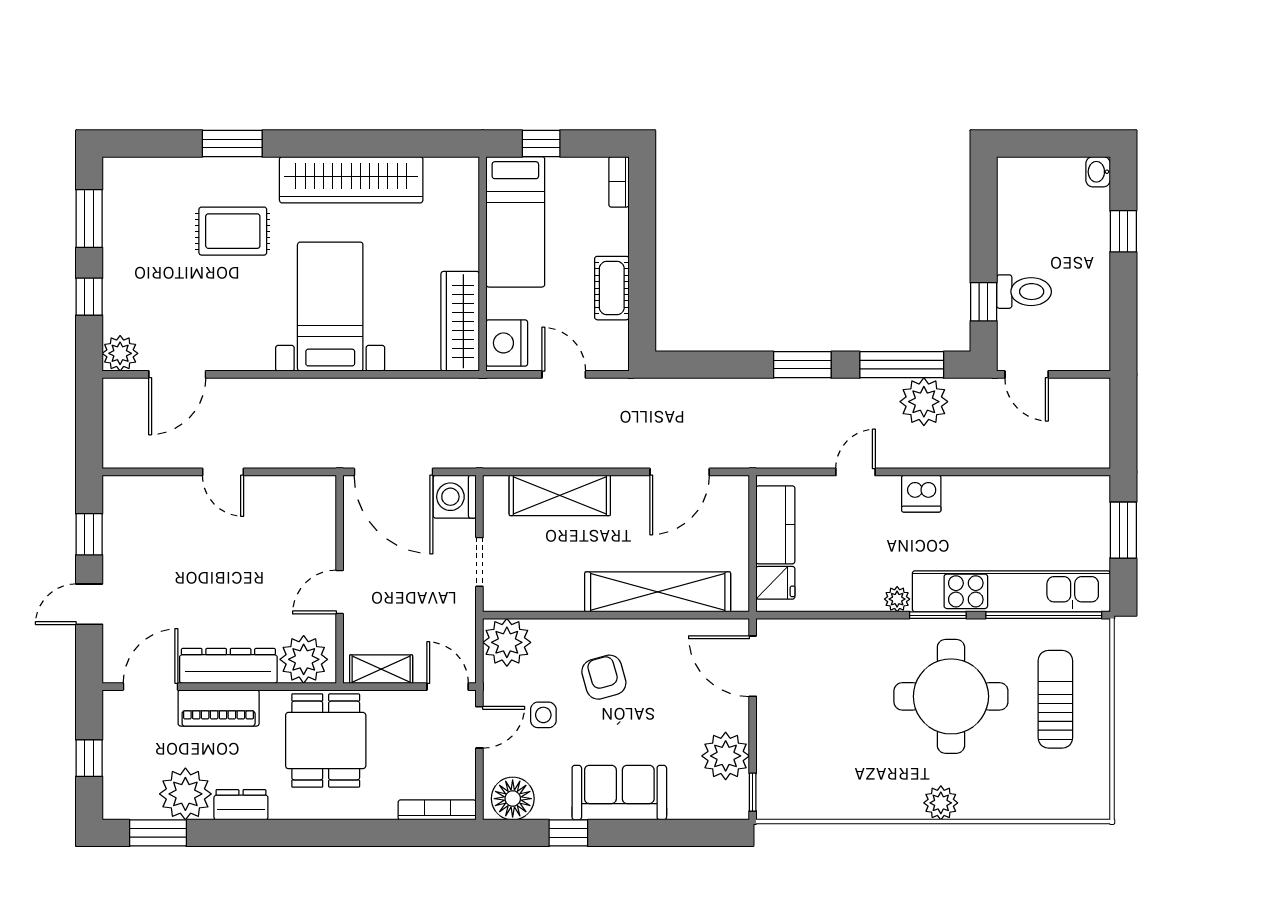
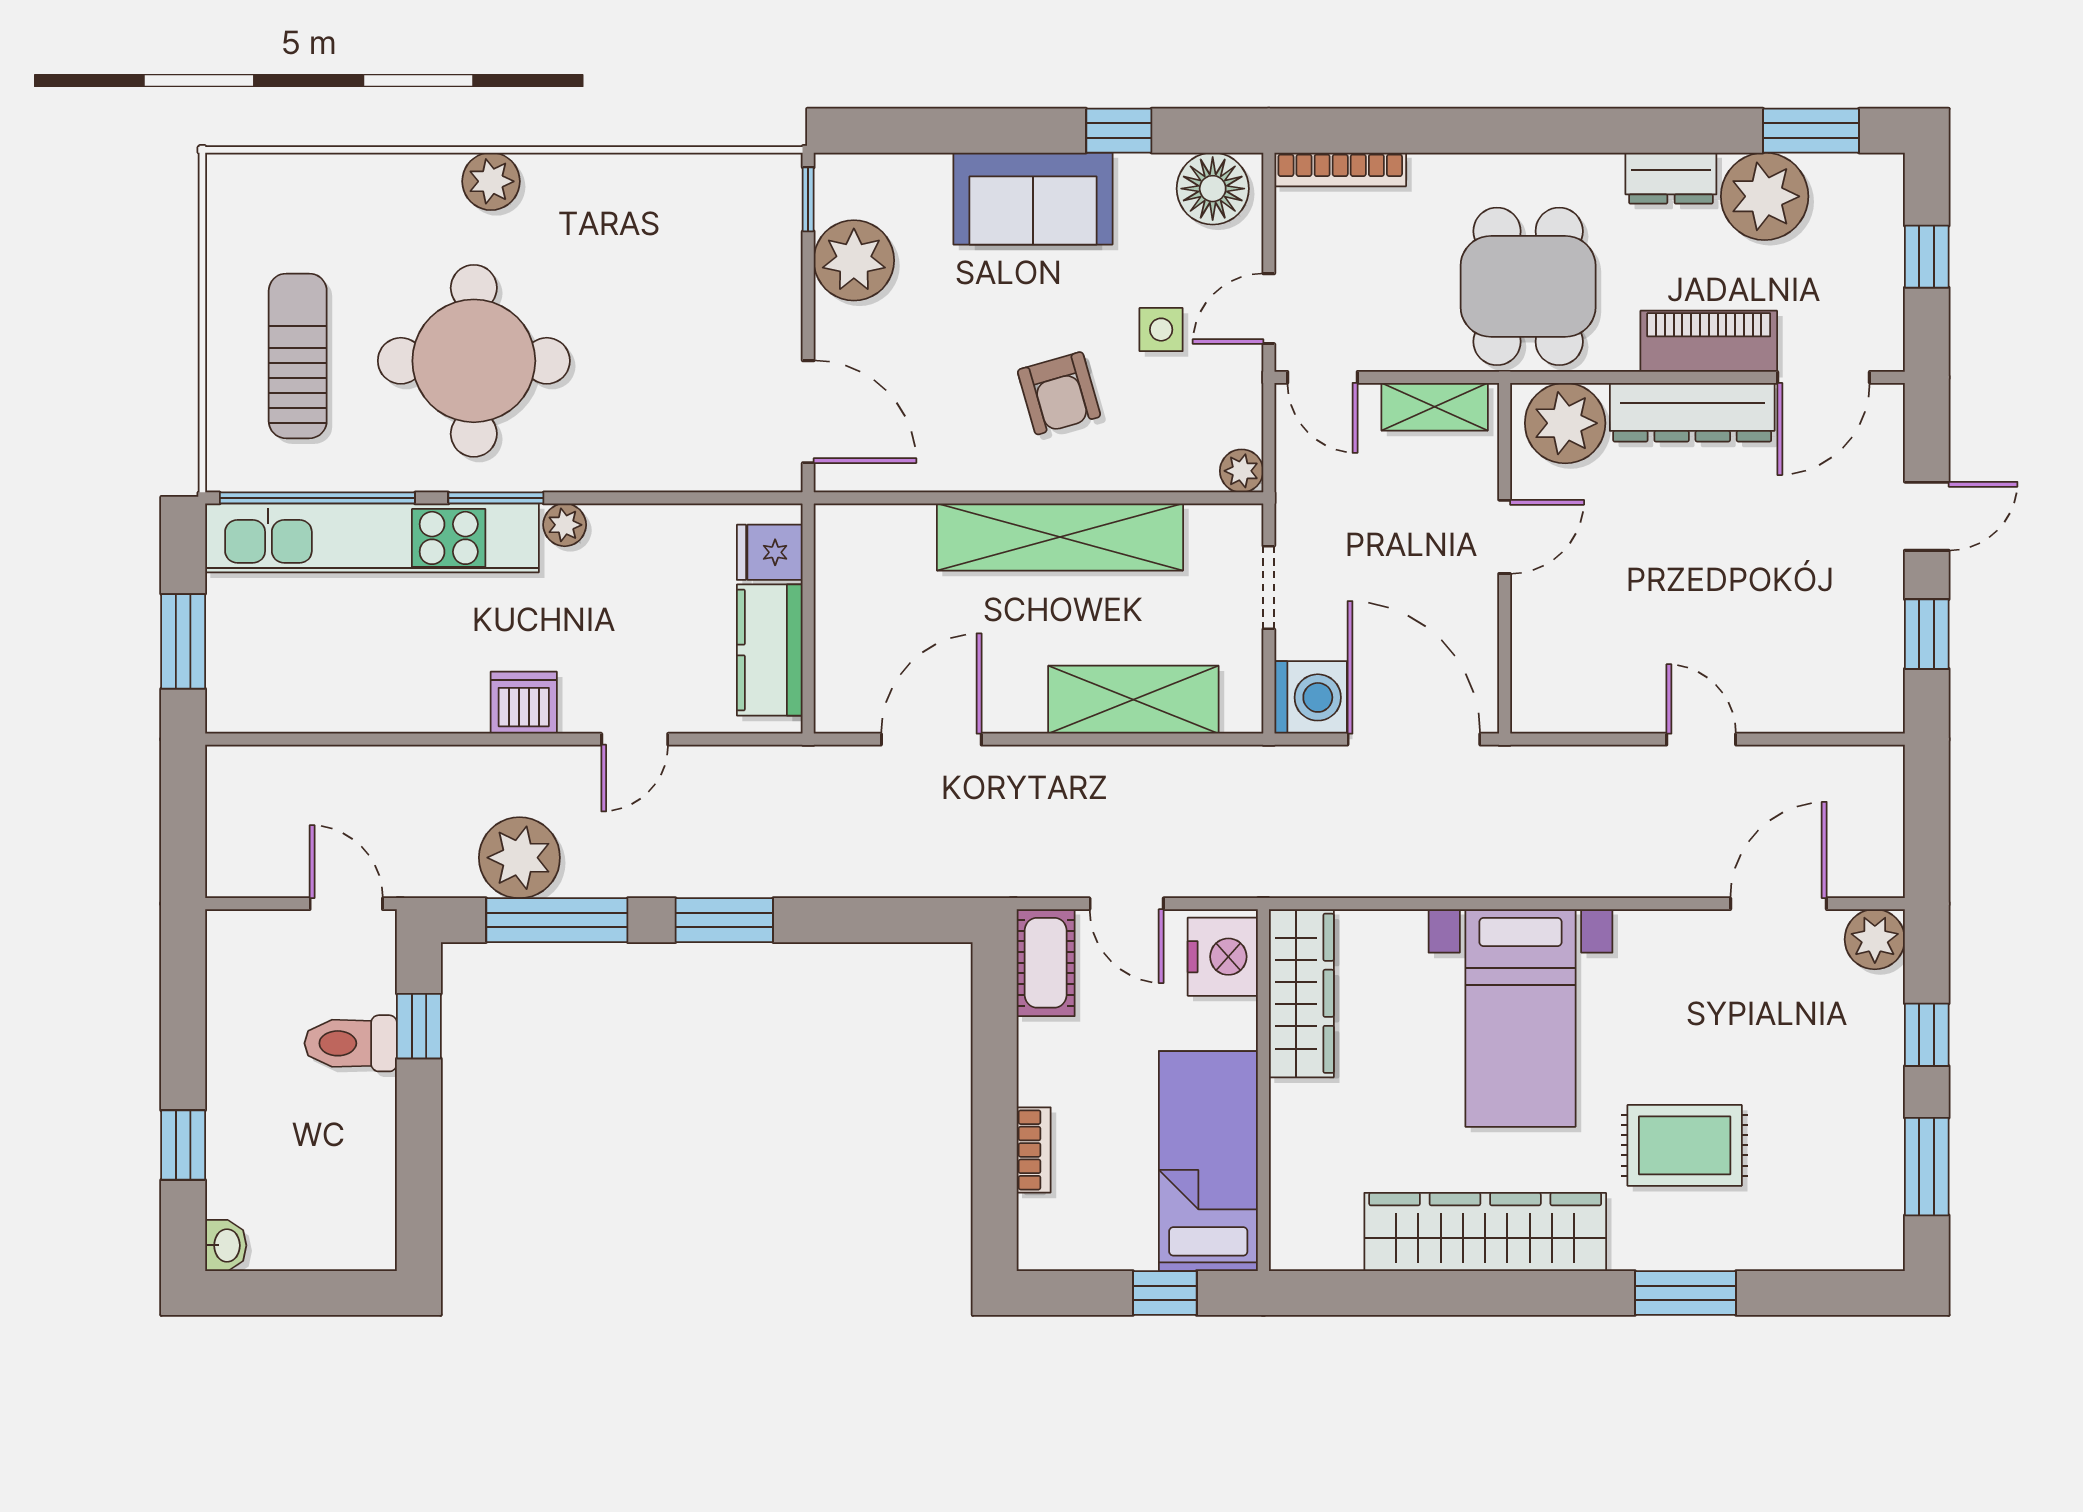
bookcase: (619, 182) -> (1034, 1150), moved
cot: (612, 288) -> (1046, 963), moved
shelving: (658, 592) -> (1060, 537), moved
plant: (507, 642) -> (1242, 471), width x0.53, depth x0.53
sun lounger: (1055, 699) -> (298, 356), turned 180

